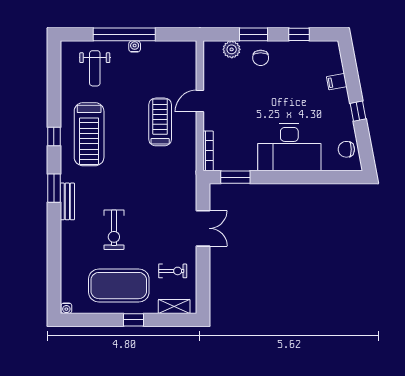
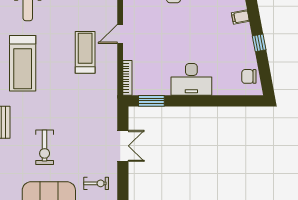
desk: (289, 147) -> (191, 79), width x0.73, depth x0.77

